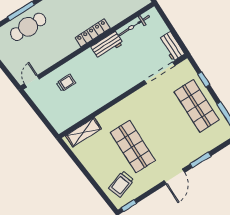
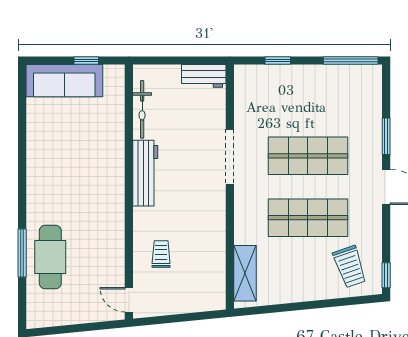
locker: (93, 33) -> (116, 173), removed
workbench: (107, 45) -> (145, 173), width x1.38
doorway: (159, 73) -> (230, 157), moved
shop shelf: (197, 106) -> (308, 156), moved

